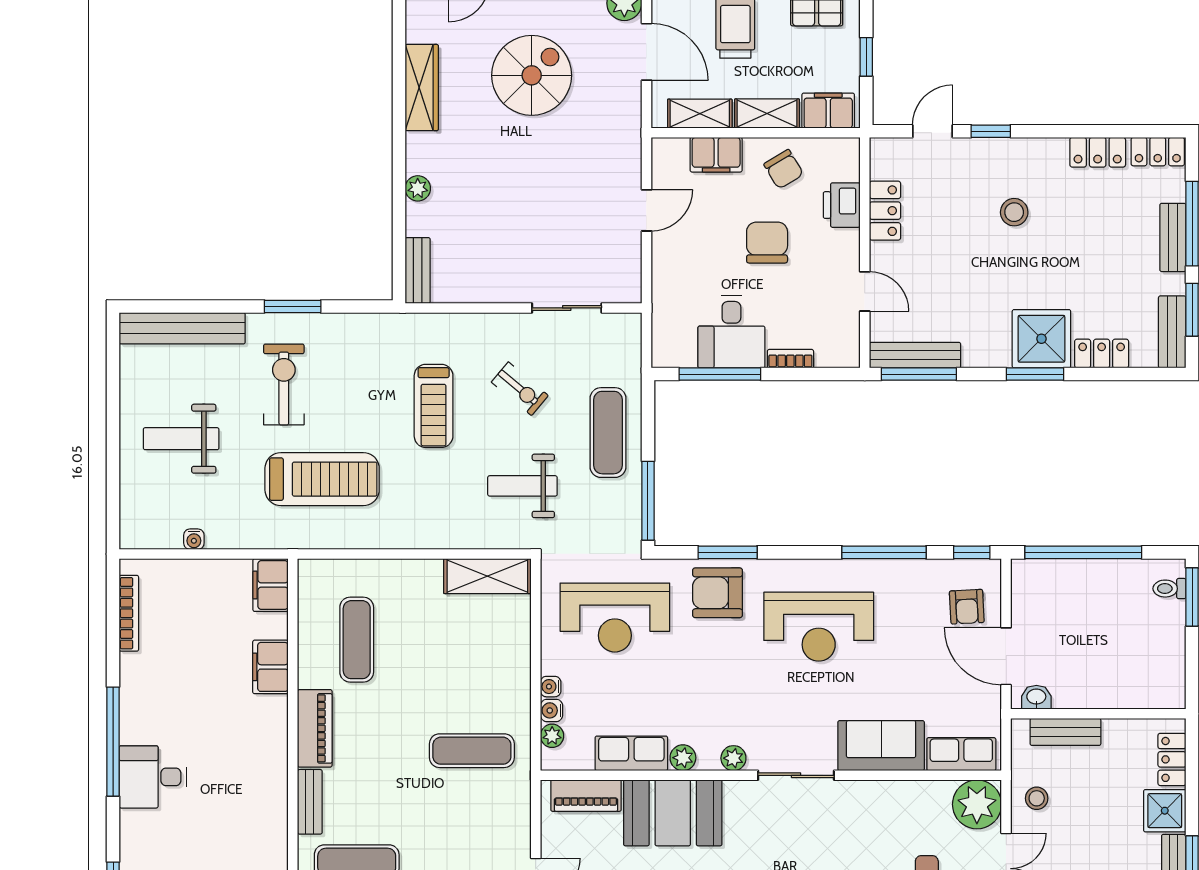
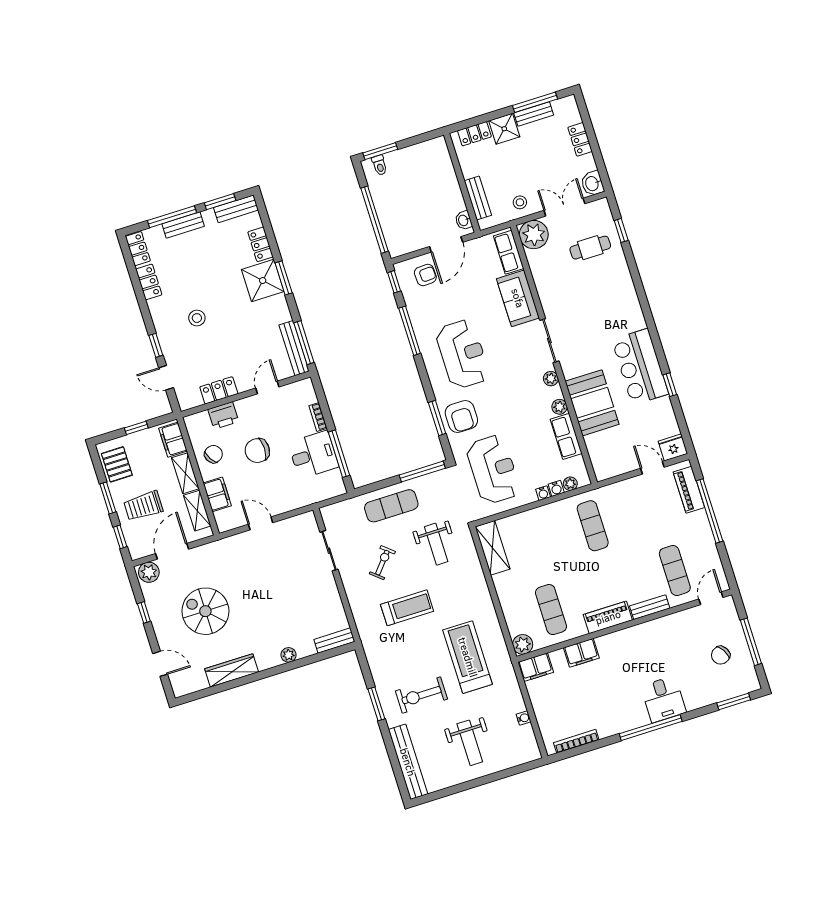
plant: (314, 575) -> (523, 644), added
exercise mat: (357, 640) -> (551, 610), turned 90
piano: (586, 796) -> (598, 454), removed

